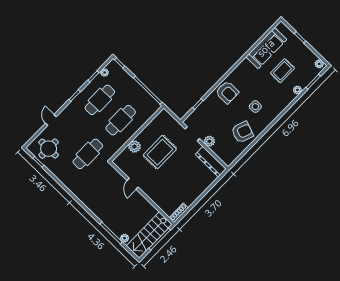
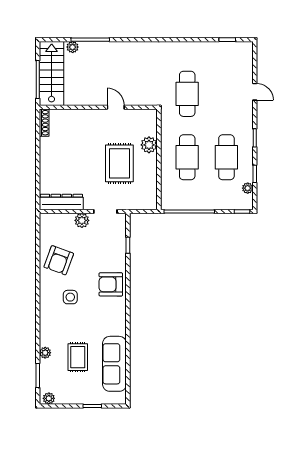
round table: (49, 149) -> (230, 62), removed

